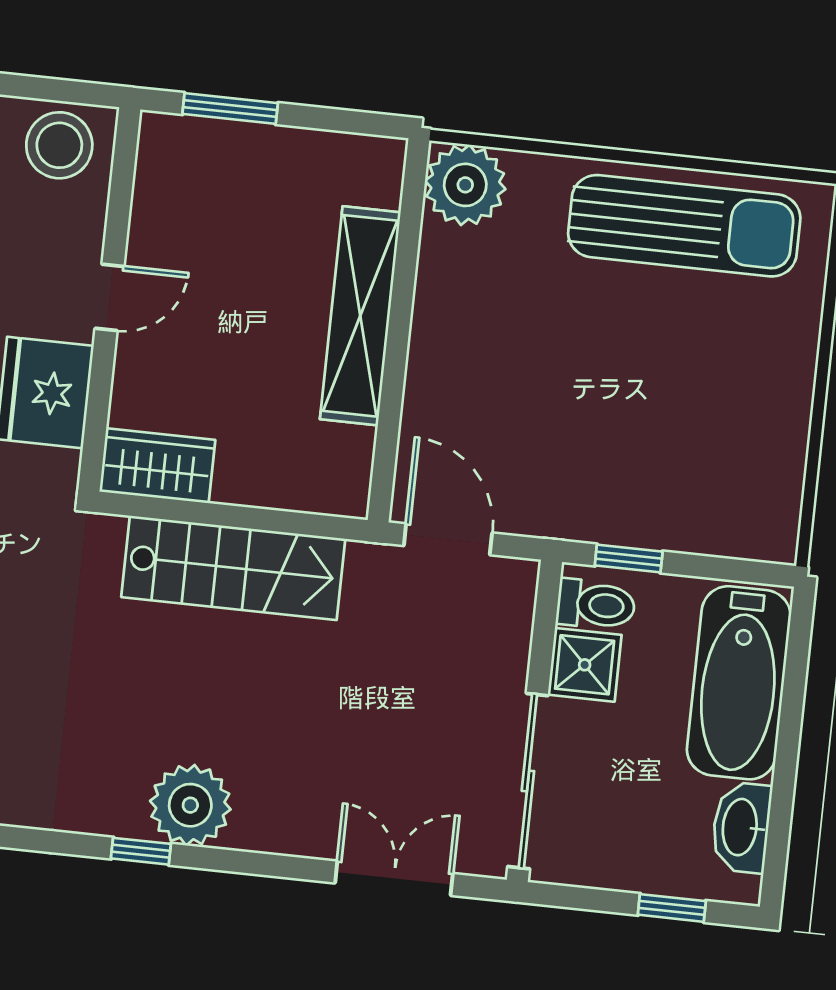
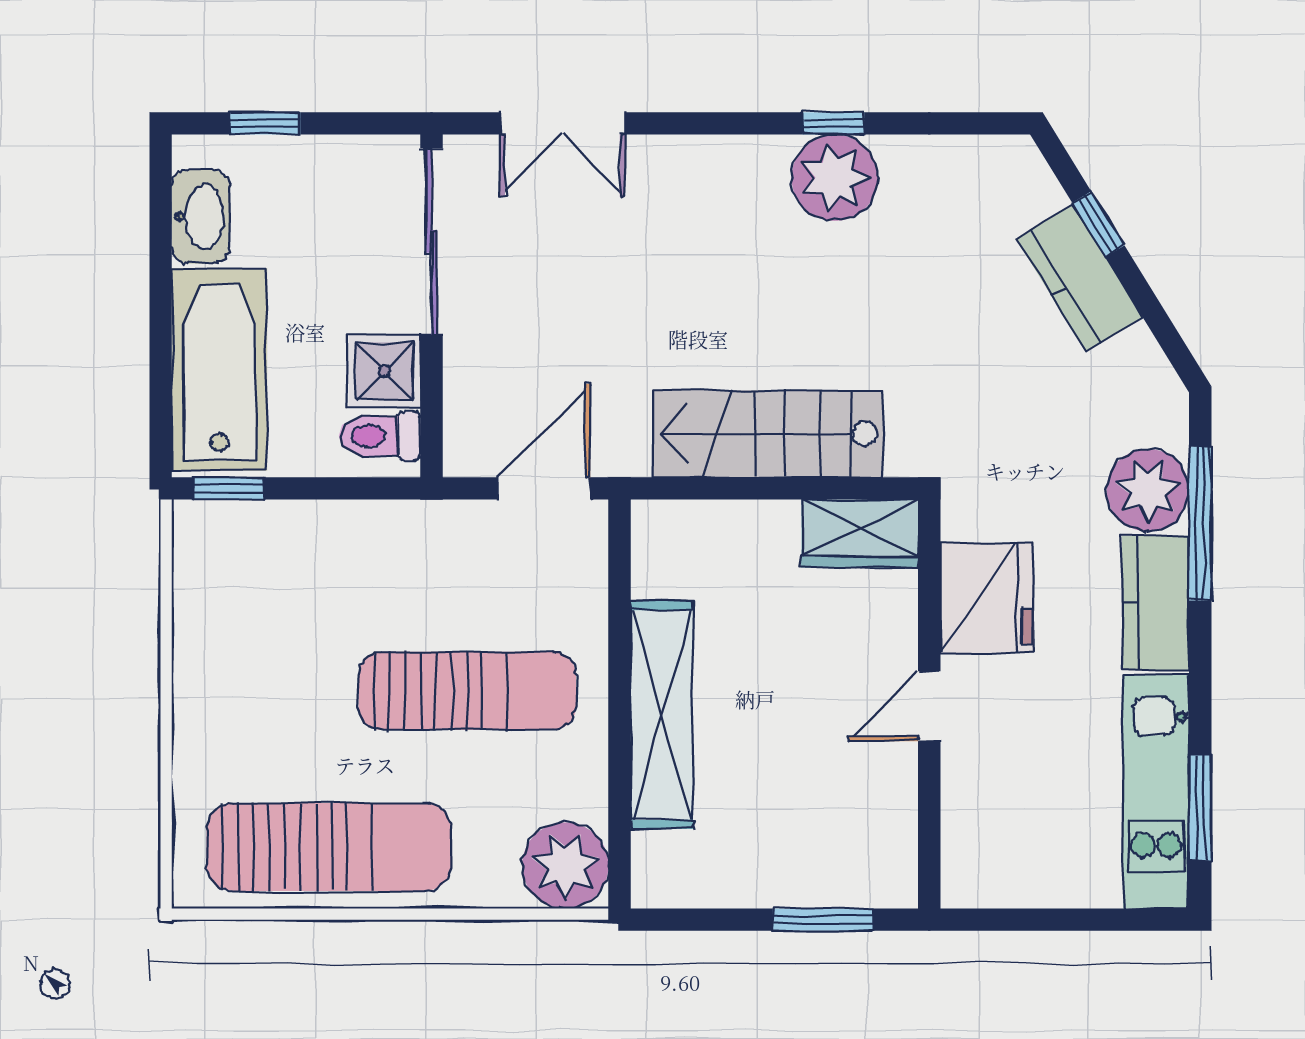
stool: (59, 145) -> (1000, 861), removed
sun lounger: (684, 226) -> (329, 847), turned 180
sun lounger: (539, 358) -> (467, 691), added
door: (448, 539) -> (544, 488), swing flipped
window: (629, 559) -> (229, 488), moved
plant: (190, 805) -> (835, 178), moved

